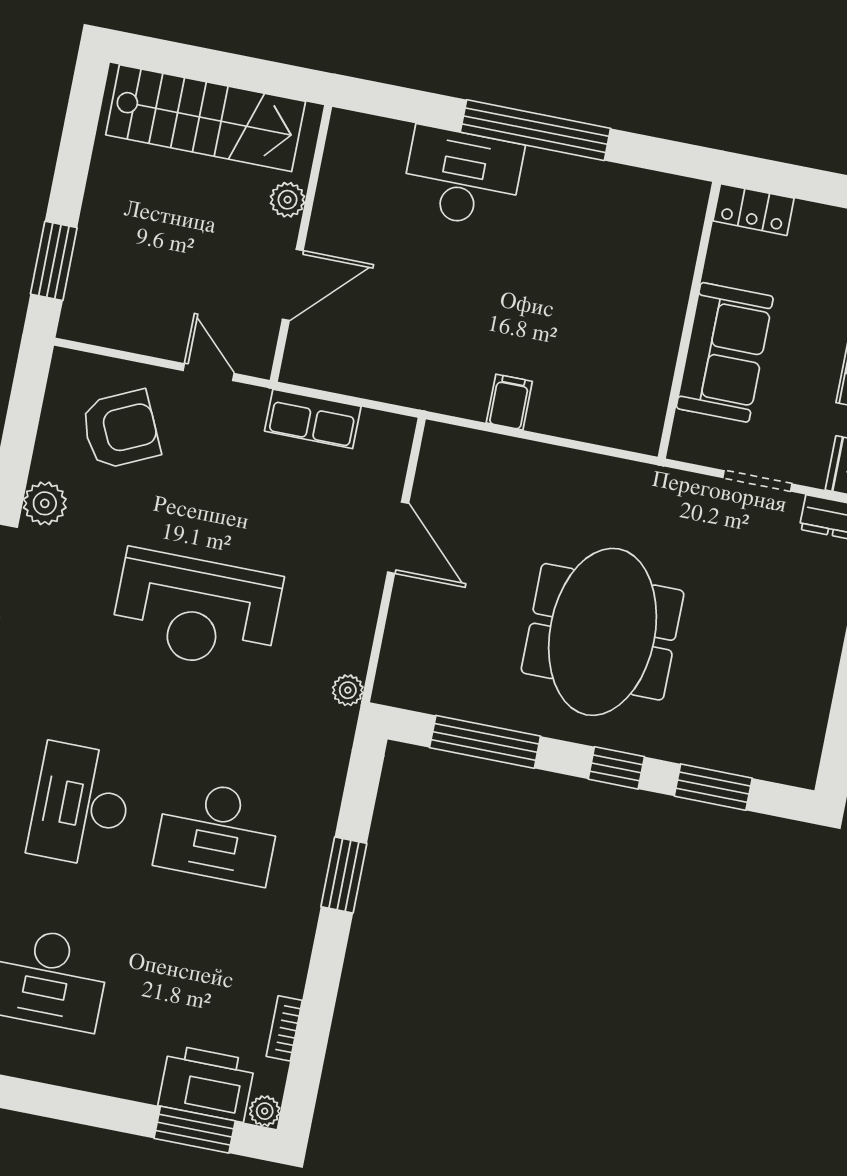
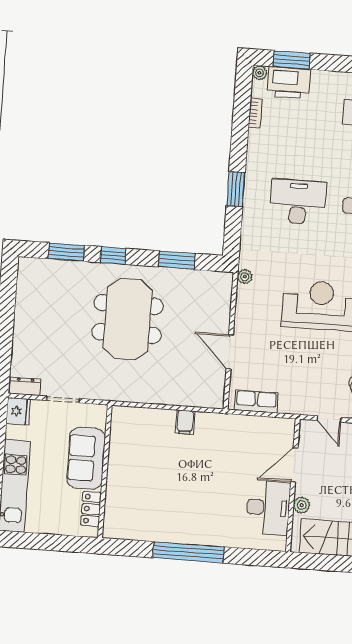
desk: (462, 177) -> (268, 508), moved, turned -90
locker: (754, 210) -> (91, 509), moved, turned -90
row of seats: (313, 419) -> (256, 401), moved
window: (485, 742) -> (177, 260), width x0.69

